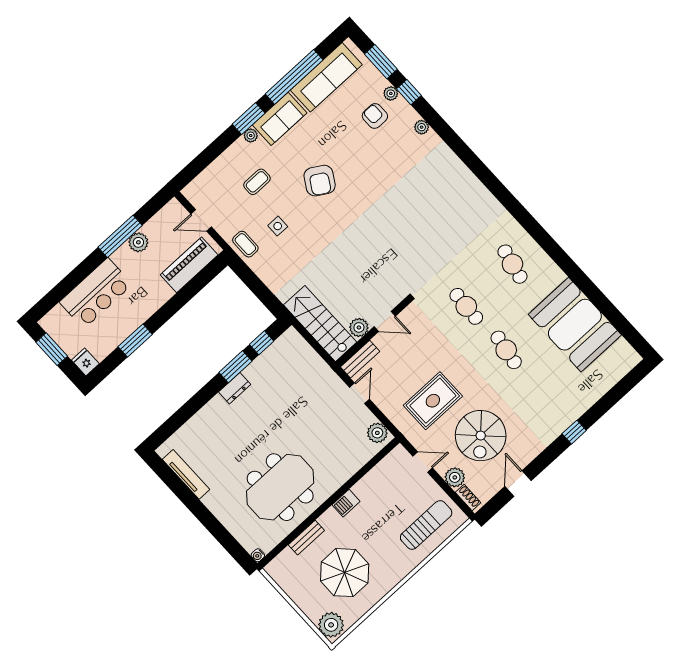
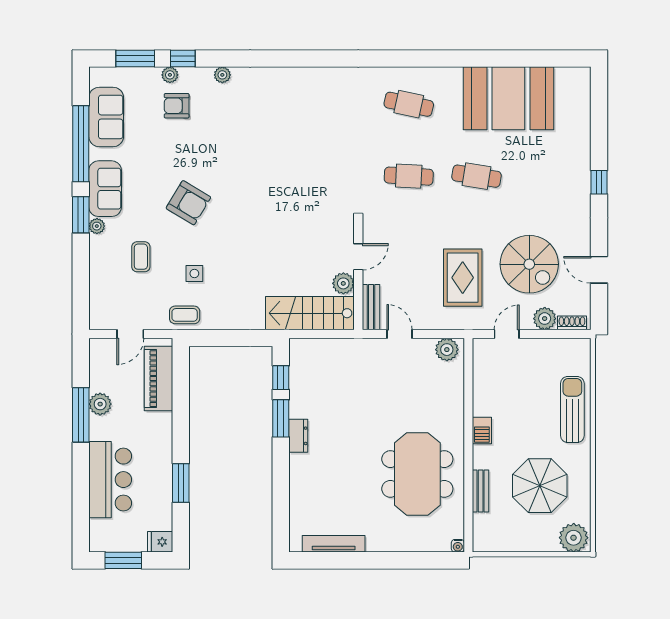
sofa: (326, 77) -> (106, 117), width x0.73
sun lounger: (426, 525) -> (572, 409), moved

